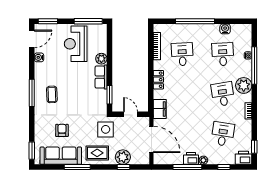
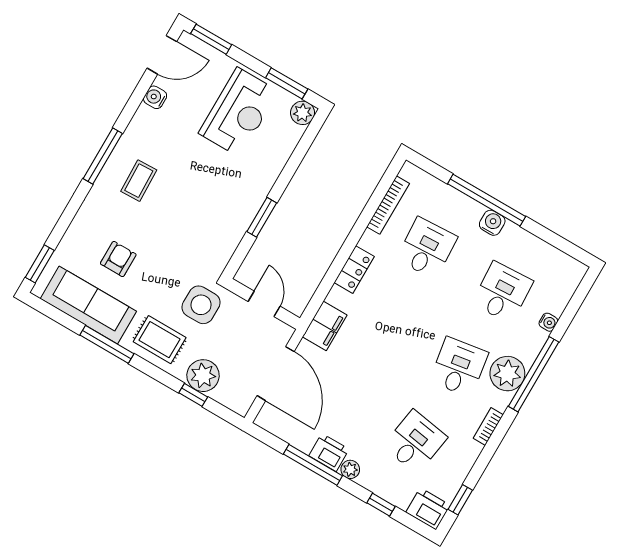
window: (88, 21) -> (287, 83), width x0.69
water cooler: (225, 29) -> (492, 223), moved
reception desk: (76, 44) -> (239, 112), turned 180
plant: (101, 59) -> (303, 113), moved
window: (254, 65) -> (534, 374), moved
row of seats: (101, 77) -> (250, 202), removed
window: (109, 95) -> (262, 217), moved

